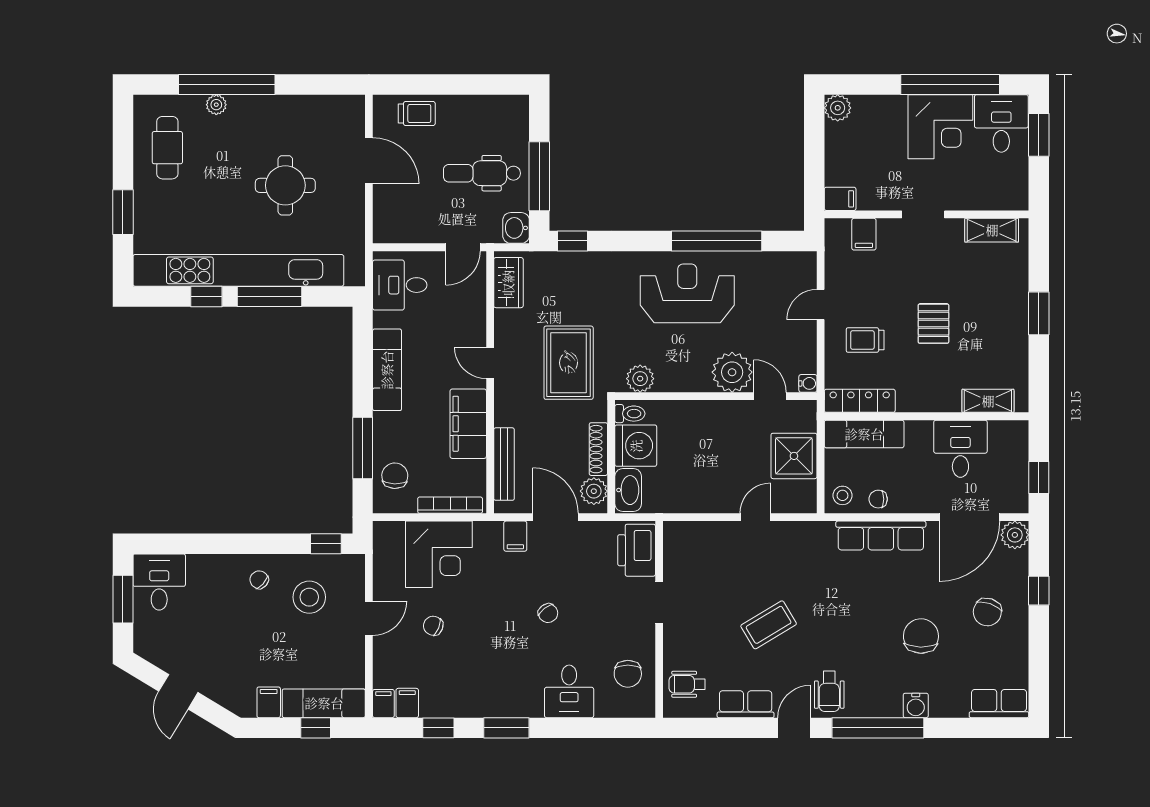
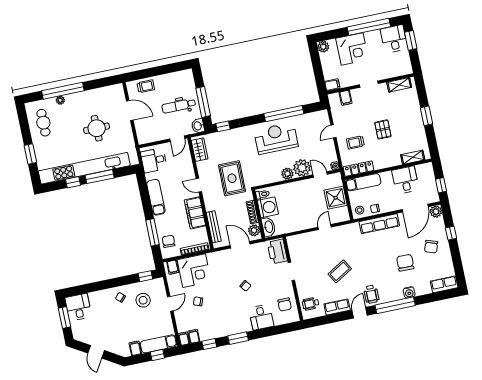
corner desk: (940, 127) -> (352, 49), moved
plant: (640, 379) -> (287, 174), moved
filing cabinet: (515, 536) -> (173, 267), moved

